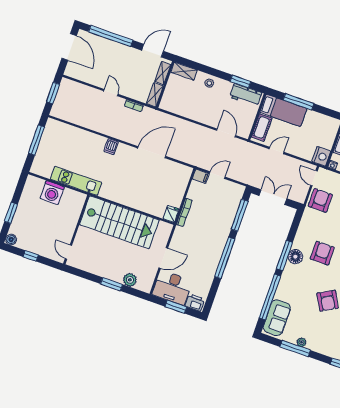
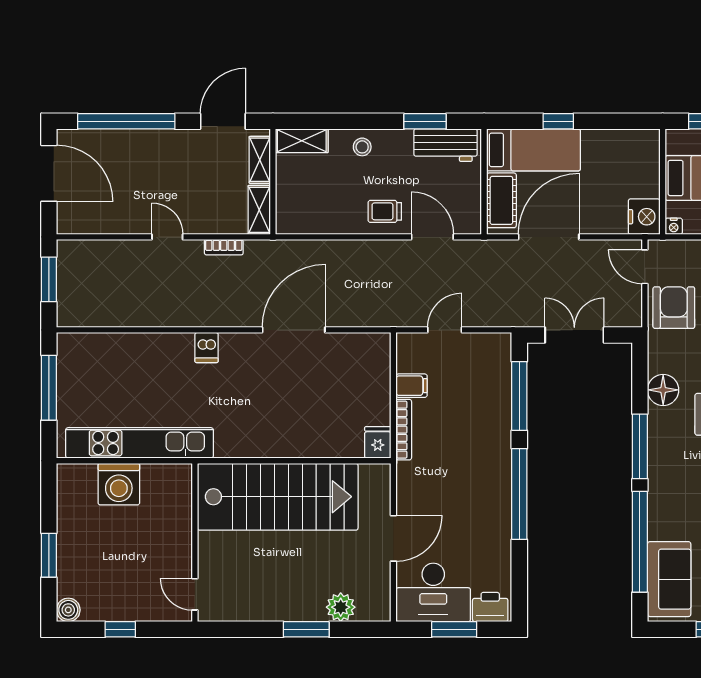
window: (298, 102) -> (558, 121), width x0.46
trolley: (209, 115) -> (385, 211), added
door: (277, 151) -> (549, 237), width x1.87
filing cabinet: (201, 176) -> (412, 386), moved
kitchen unit: (76, 181) -> (140, 443), width x1.36
floor lamp: (295, 257) -> (663, 390), moved

